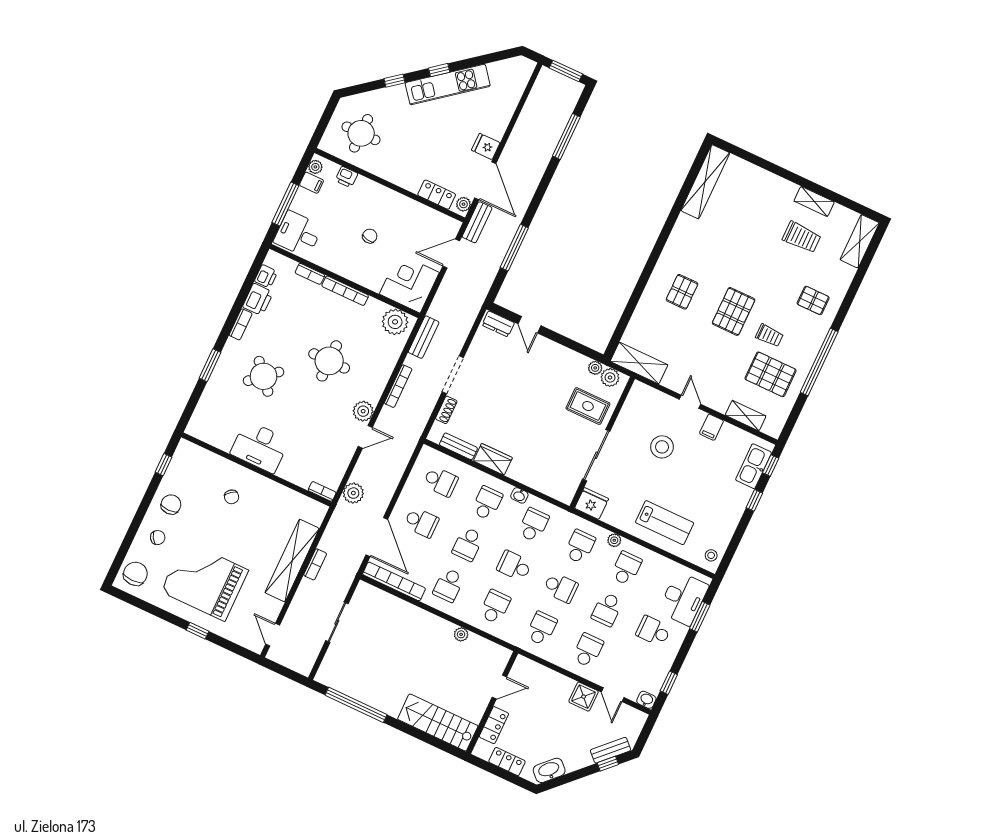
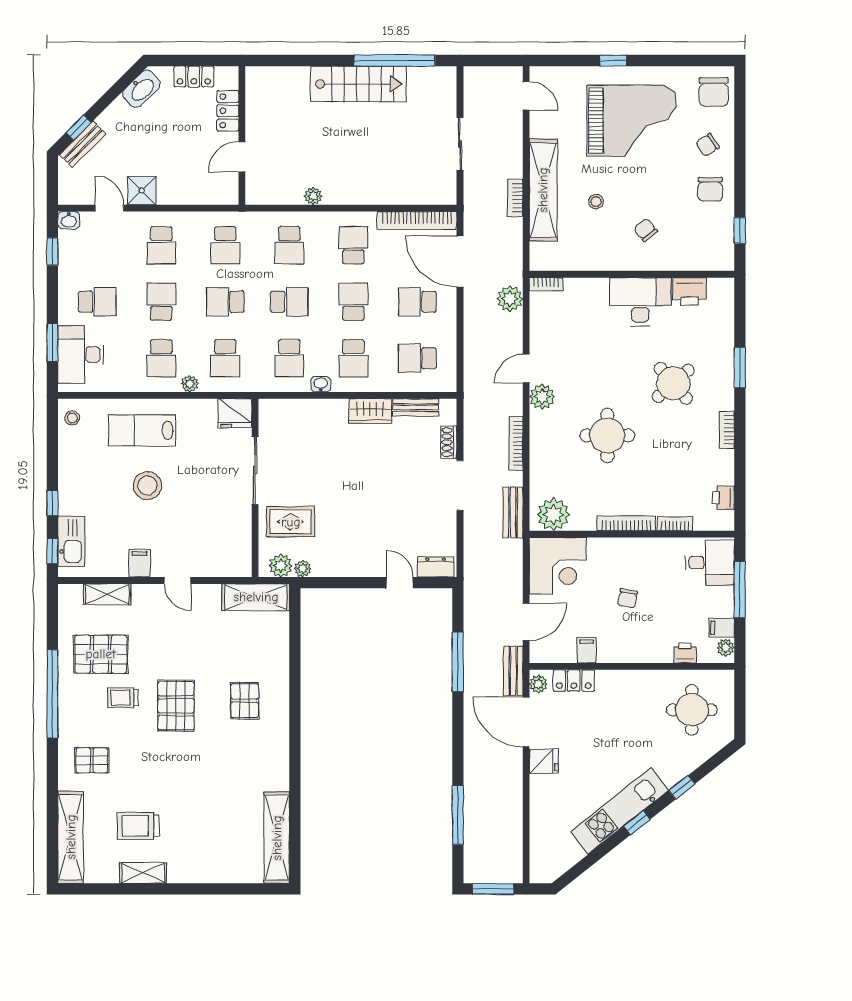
filing cabinet: (417, 212) -> (587, 650), added
shelving: (860, 241) -> (71, 837), width x1.47
printer: (258, 299) -> (690, 291), moved, turned -90
stool: (662, 447) -> (147, 486), moved
stool: (258, 534) -> (596, 202), added
stairs: (438, 723) -> (358, 84), moved

